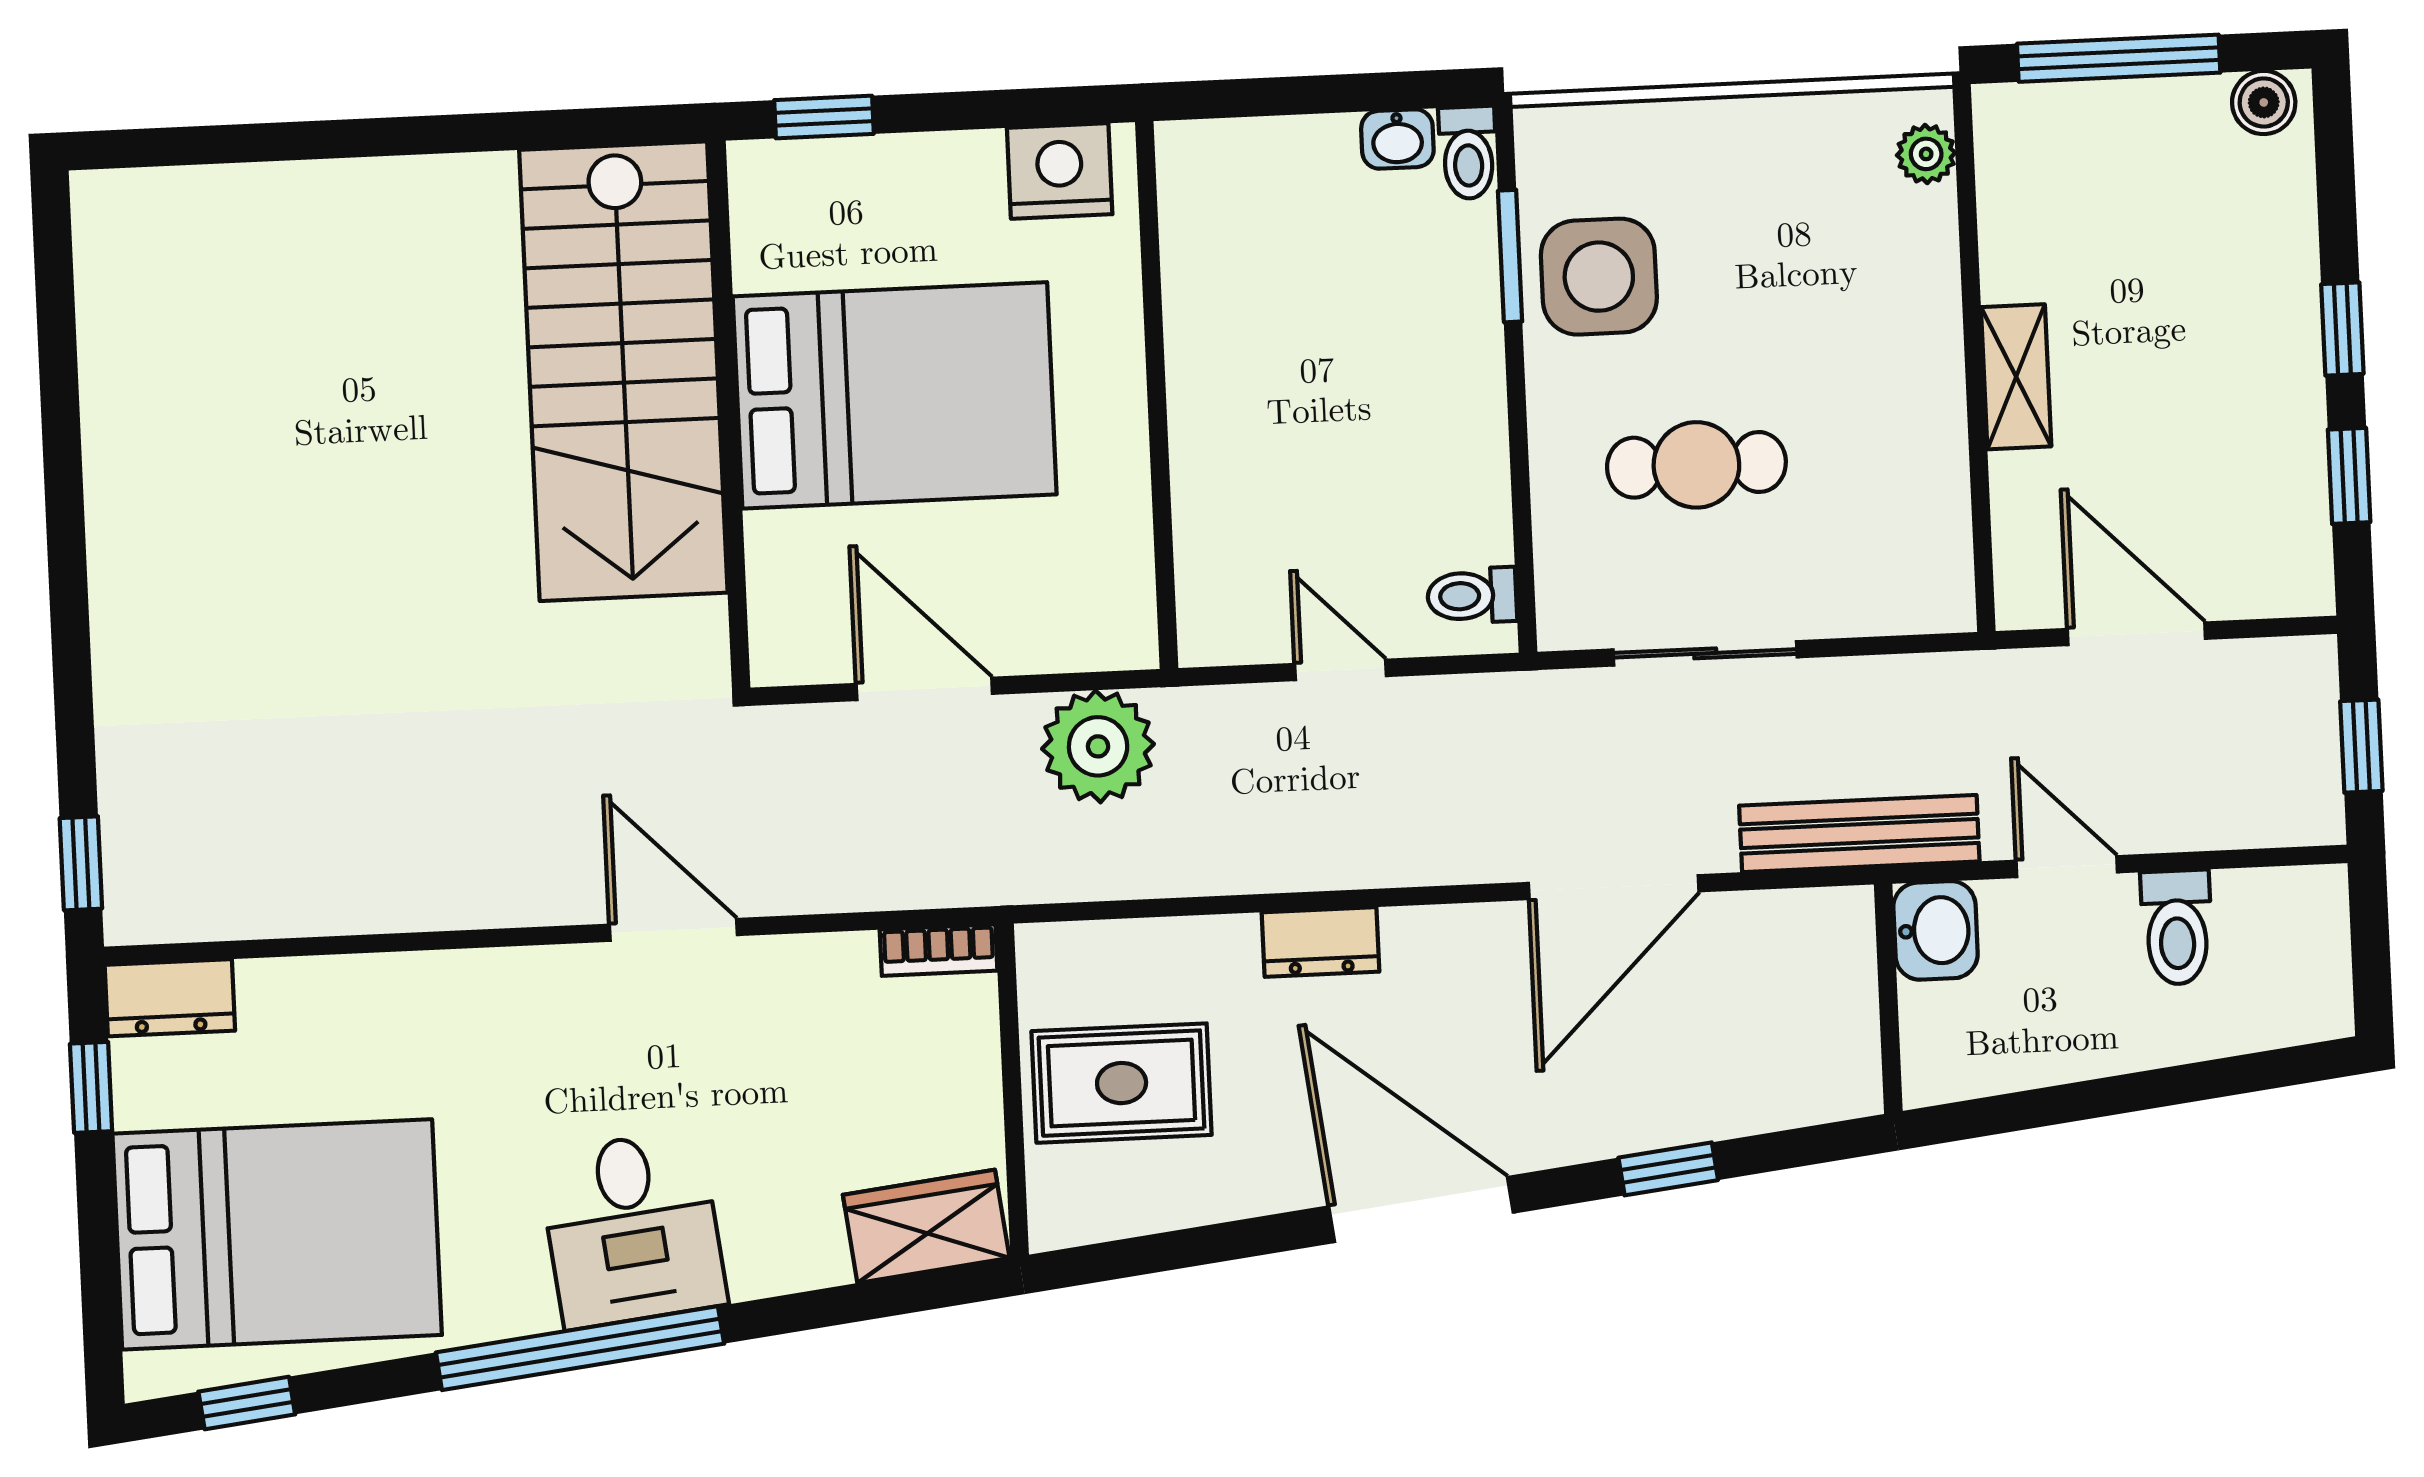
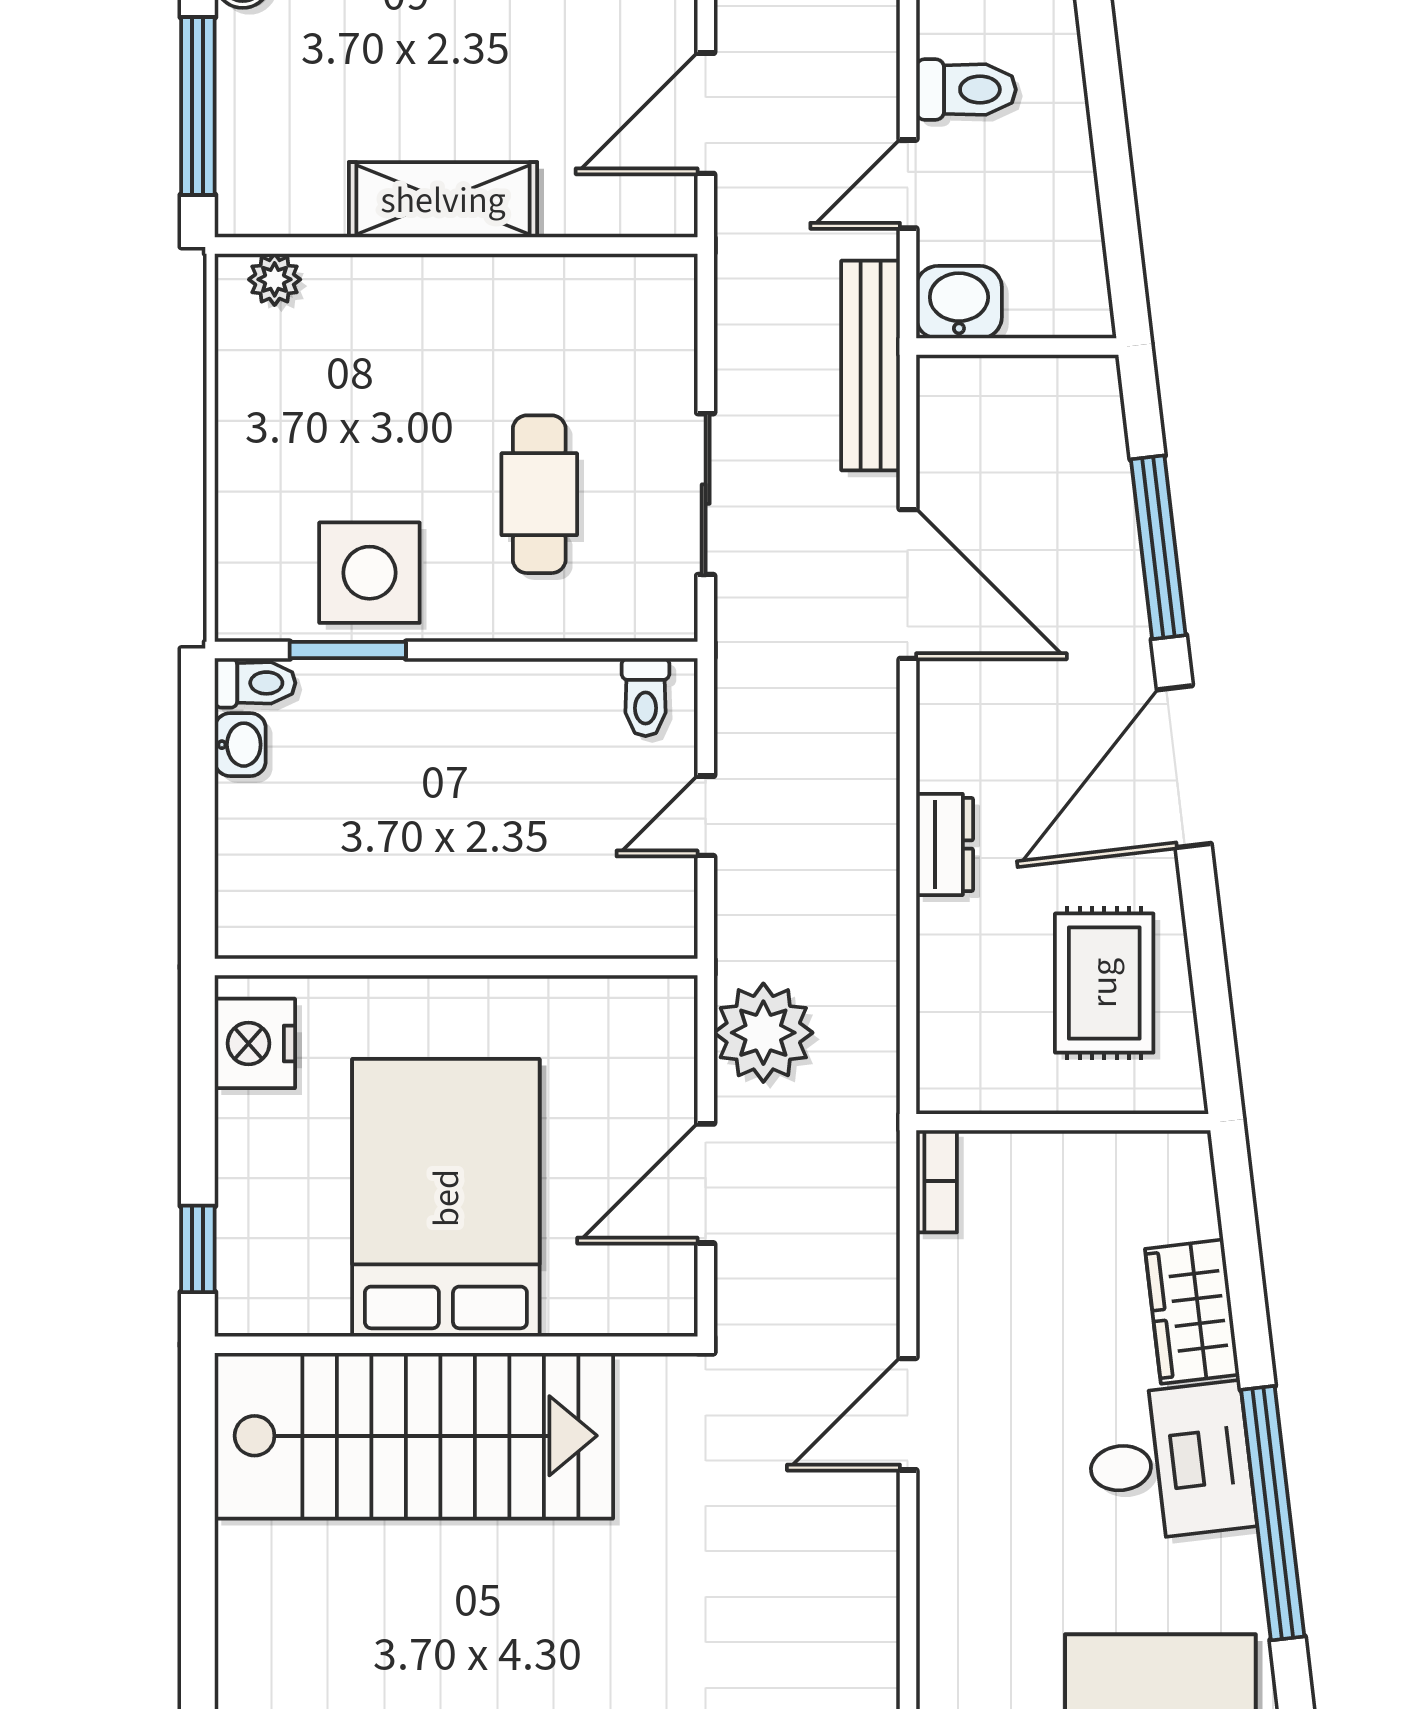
shelving: (2016, 377) -> (443, 200), width x1.50, depth x1.33
rug: (1122, 1083) -> (1104, 983), moved
window: (1668, 1169) -> (1158, 547), width x2.17
wardrobe: (926, 1226) -> (1192, 1312), moved

